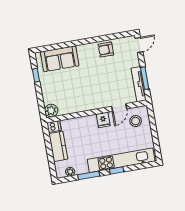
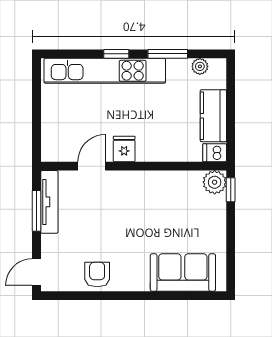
armchair: (106, 50) -> (97, 275), turned -90
window: (36, 75) -> (231, 190), moved
stool: (136, 121) -> (66, 137), removed

